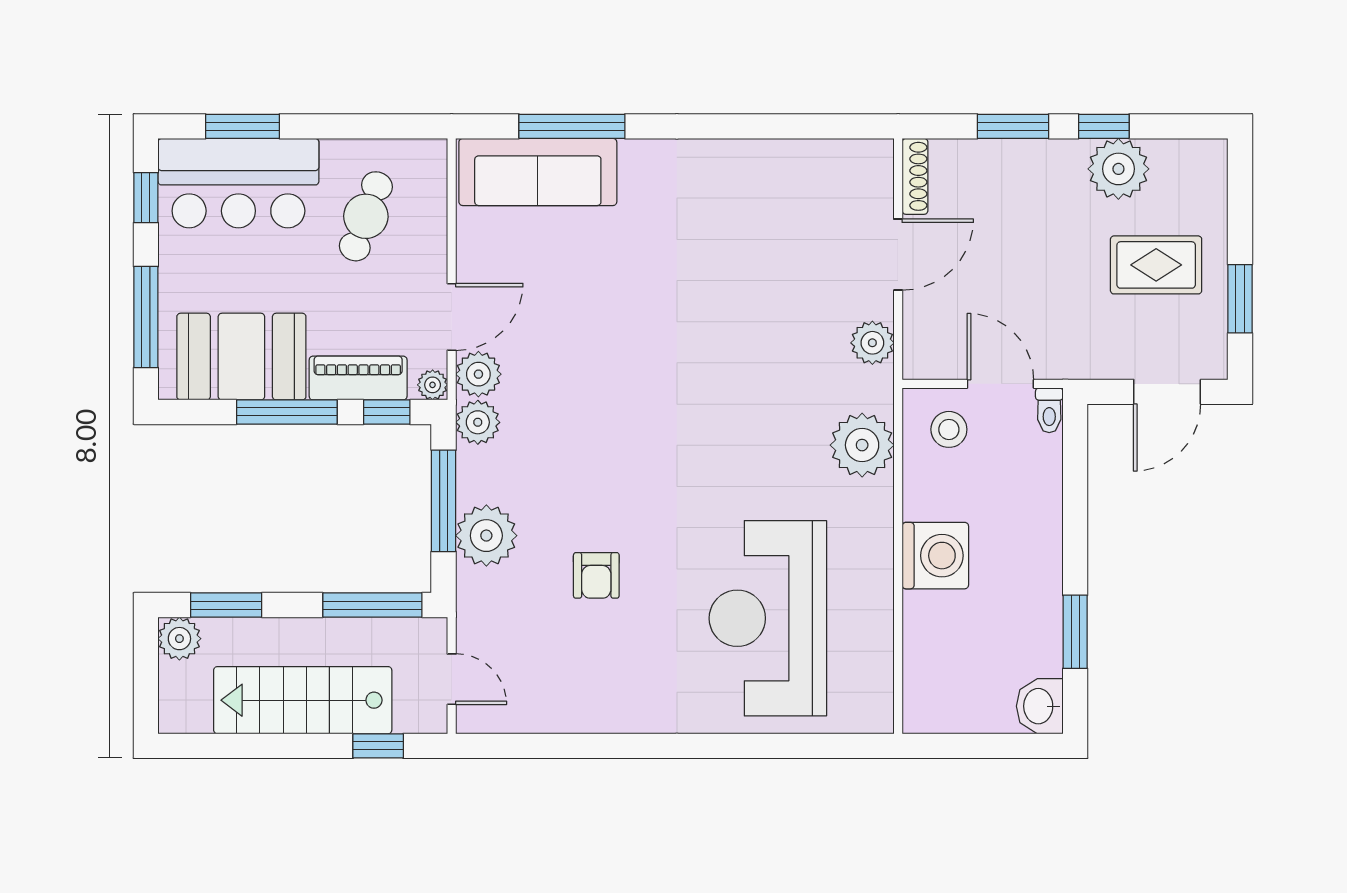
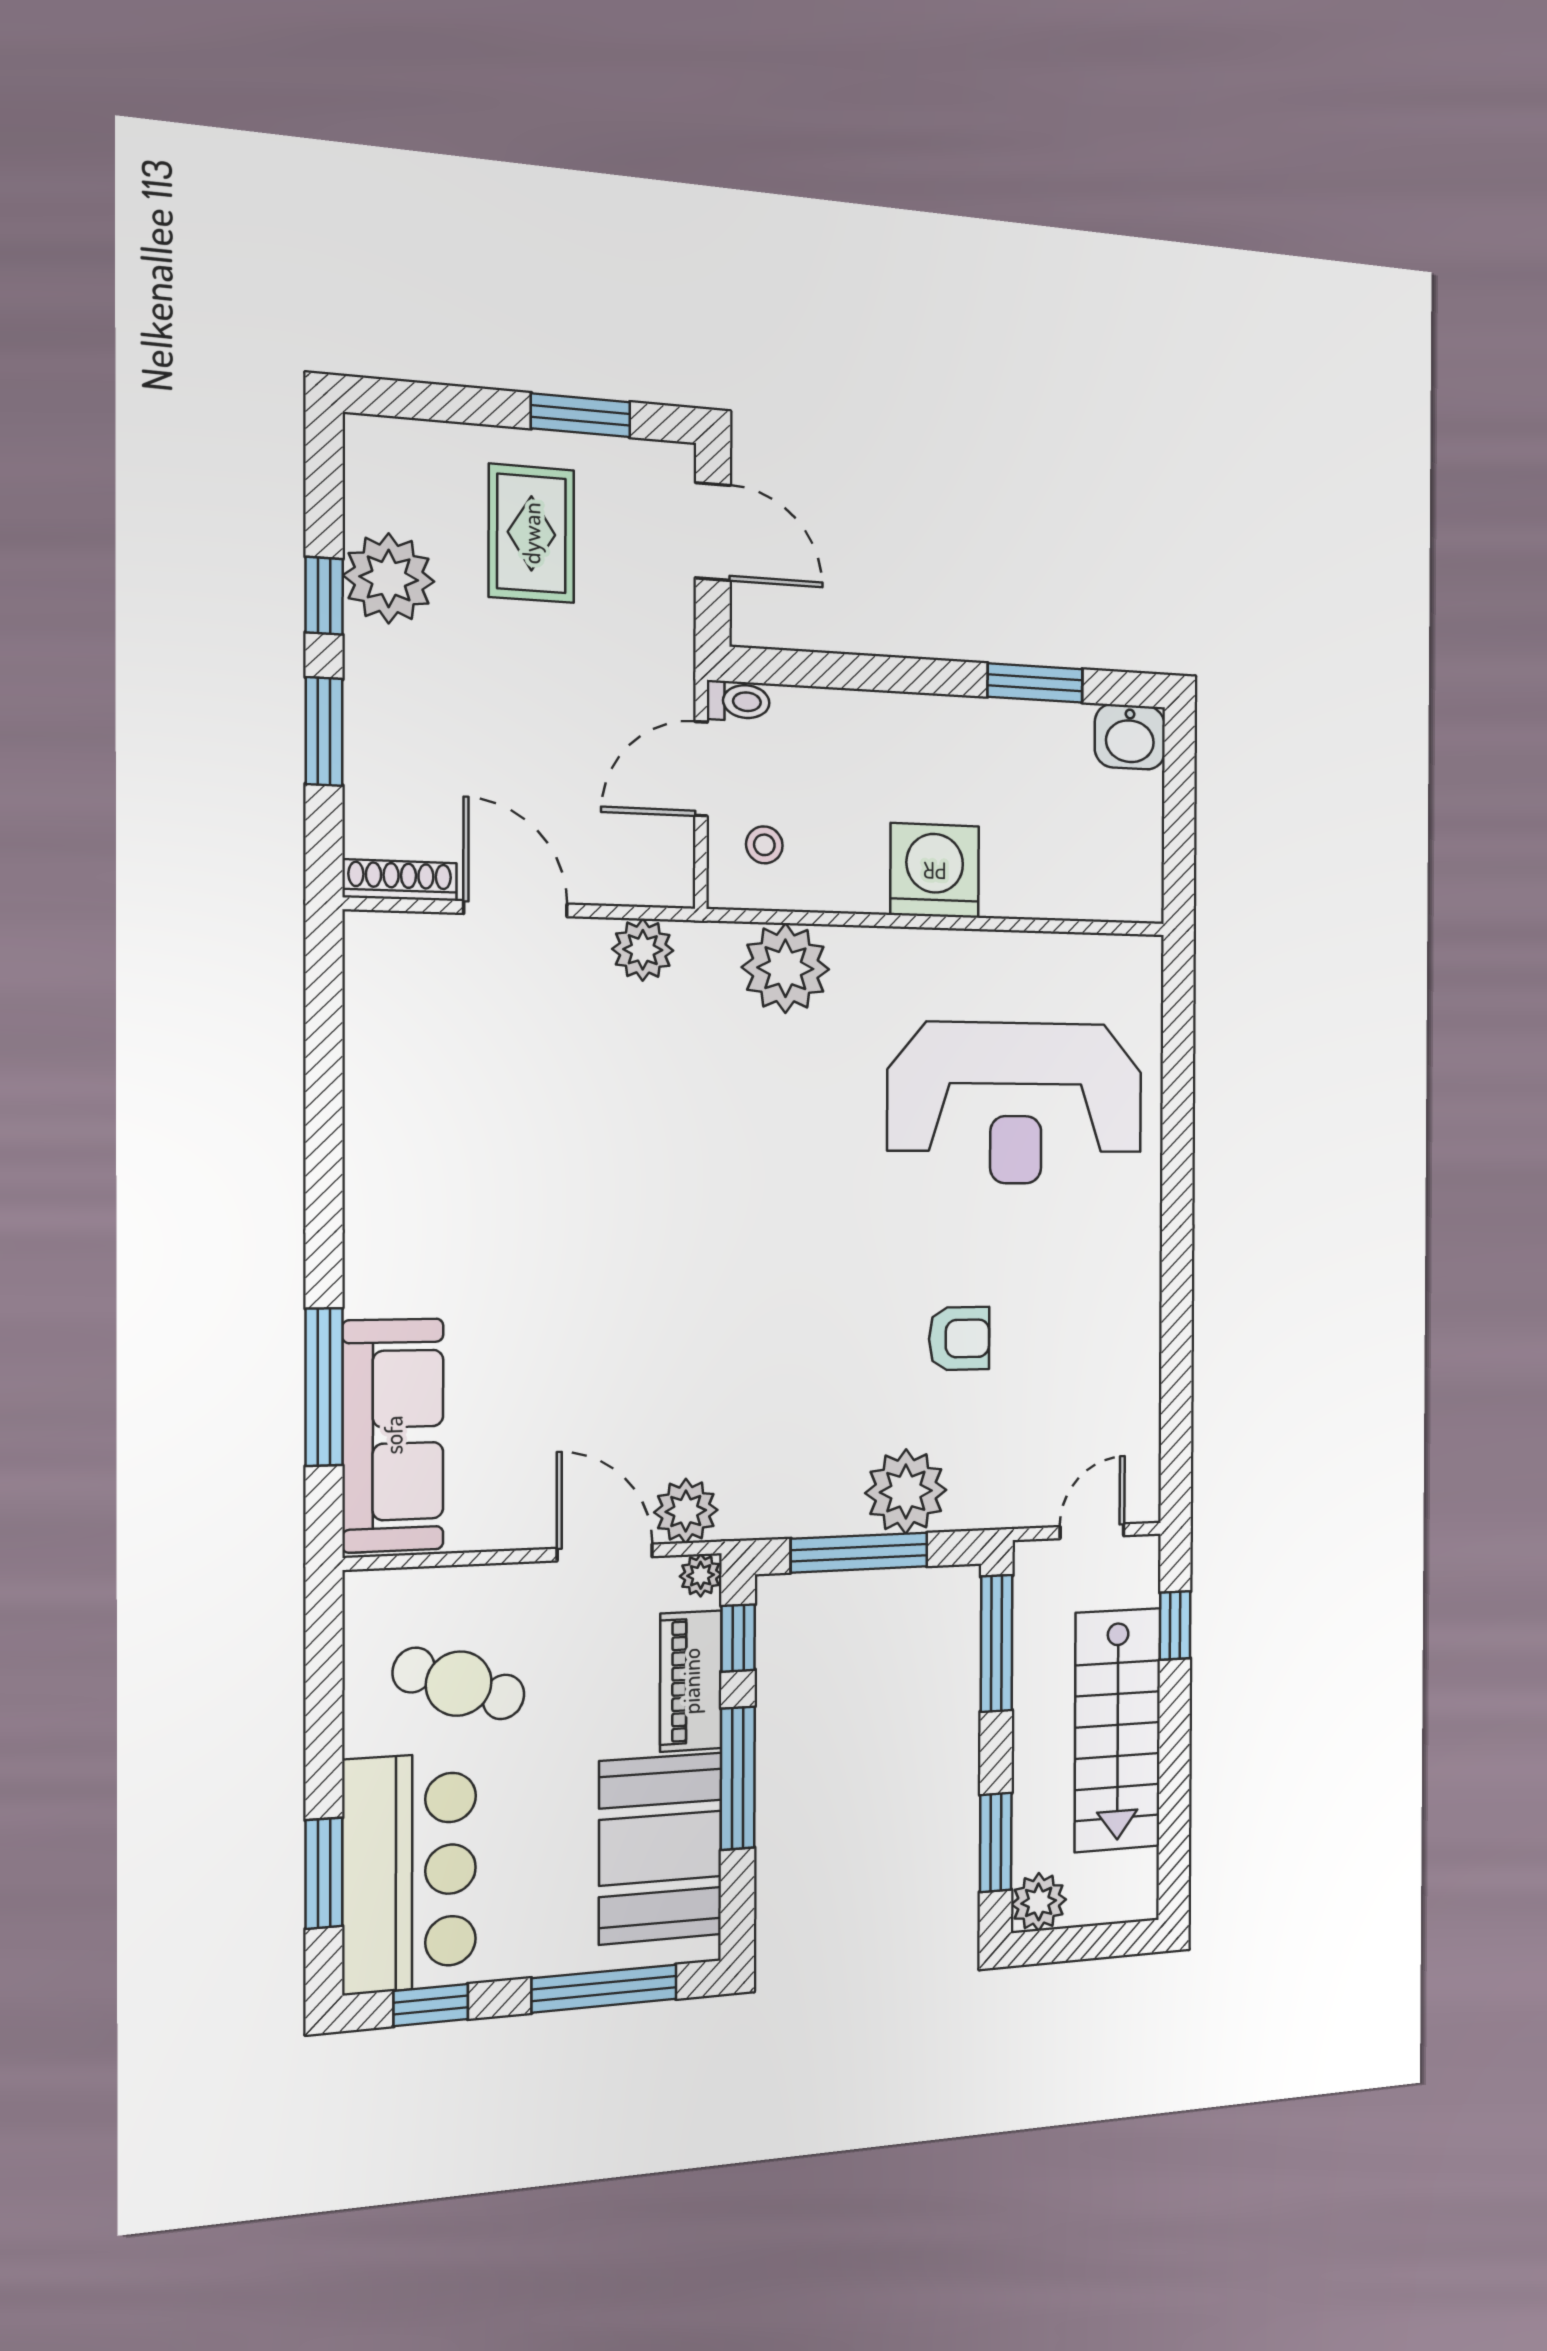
plant: (478, 422) -> (753, 1509), removed
stool: (949, 429) -> (764, 845), width x0.73, depth x0.73

